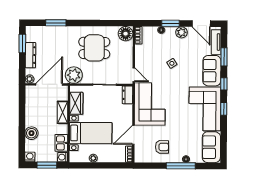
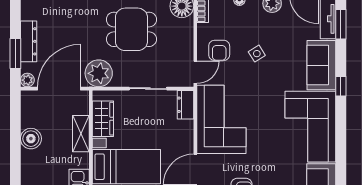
window: (22, 44) -> (15, 54), moved
window: (224, 57) -> (341, 24), moved
armchair: (149, 61) -> (219, 50), added
door: (134, 75) -> (195, 72), hinge flipped
window: (224, 109) -> (341, 127), removed
boiler: (31, 133) -> (31, 139), moved

